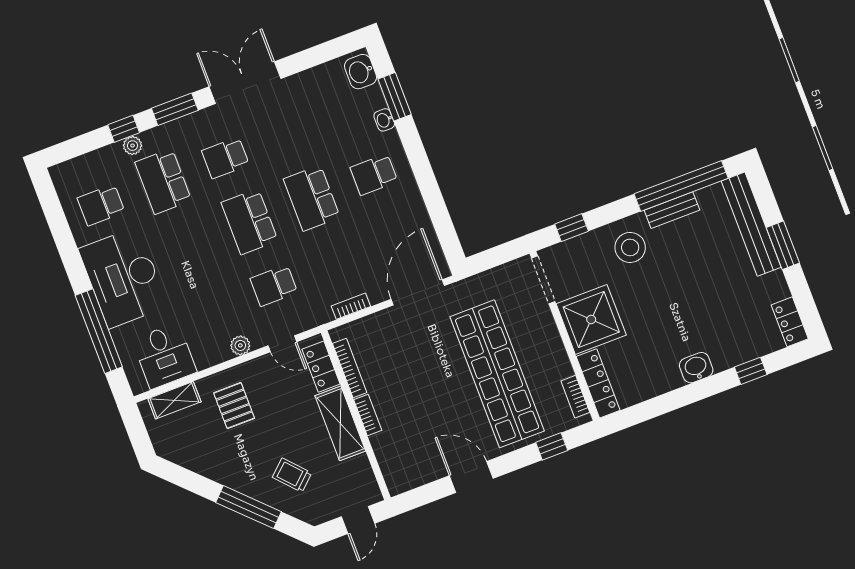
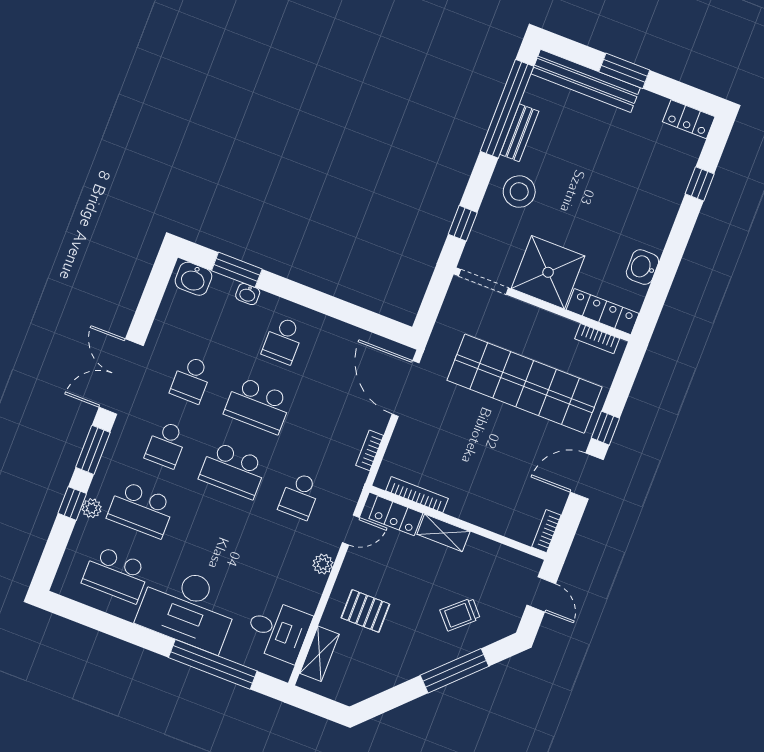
school desk: (288, 134) -> (191, 379), added
school desk: (101, 205) -> (116, 574), width x1.85
washbasin: (696, 368) -> (642, 267), moved
bookcase: (368, 415) -> (546, 531), moved, turned -90
shelving: (340, 423) -> (443, 533), width x0.67, depth x0.75
window: (552, 446) -> (605, 428), moved

